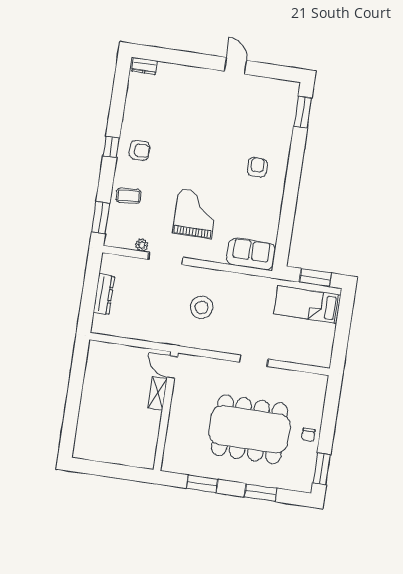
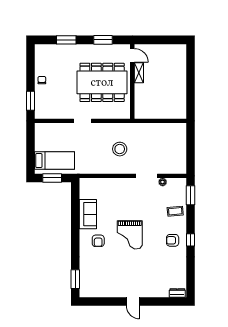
door: (235, 66) -> (133, 302), moved
grand piano: (195, 213) -> (130, 235), moved
sofa: (251, 254) -> (88, 214), moved, turned -90
dresser: (104, 294) -> (181, 148), removed
door: (172, 367) -> (132, 55), moved
shelving: (158, 393) -> (139, 73), moved
dining table: (249, 429) -> (102, 82), moved
window: (322, 469) -> (31, 101), moved

